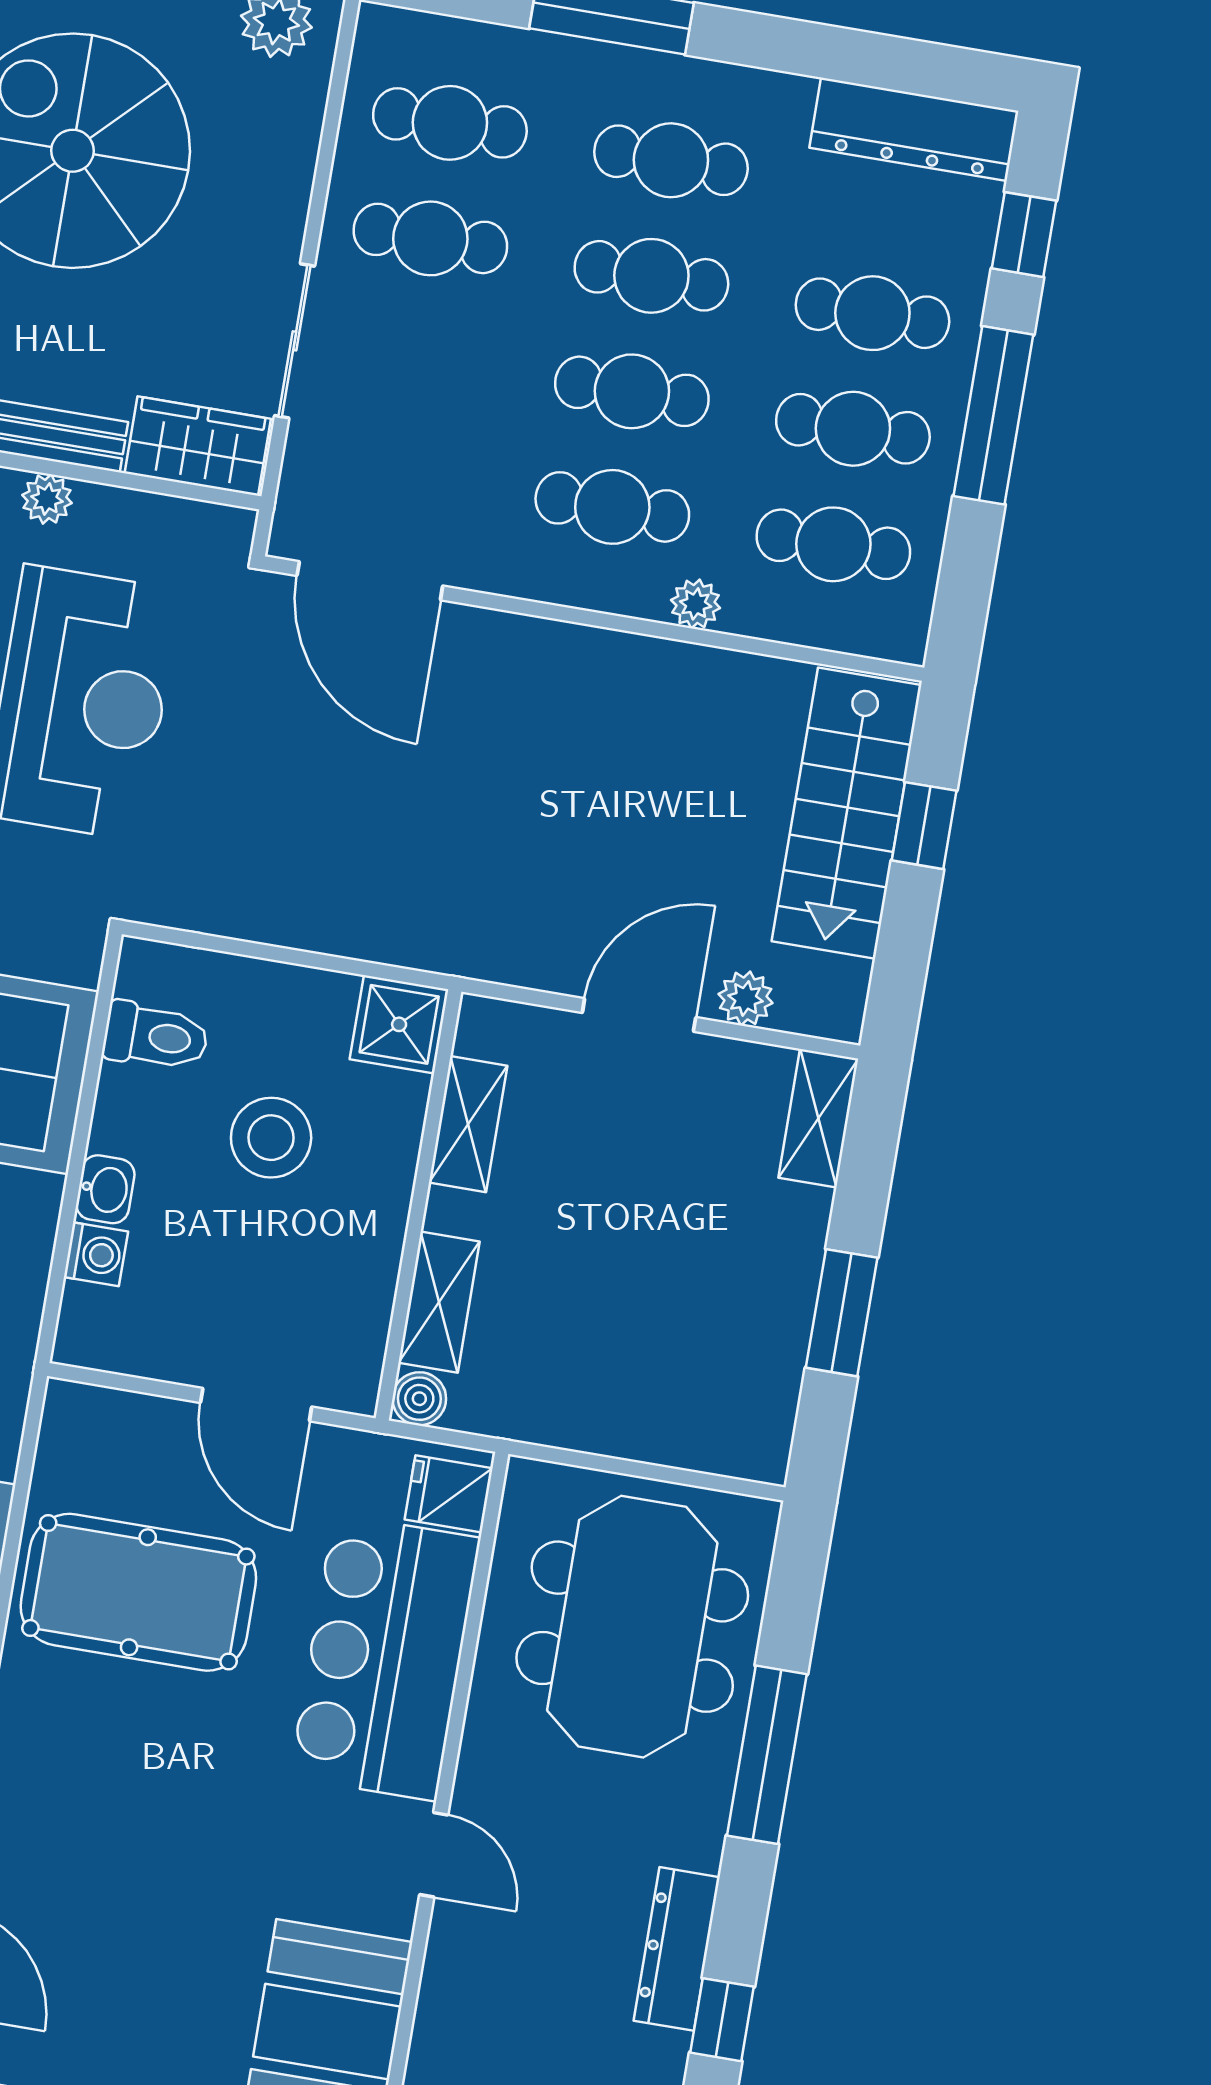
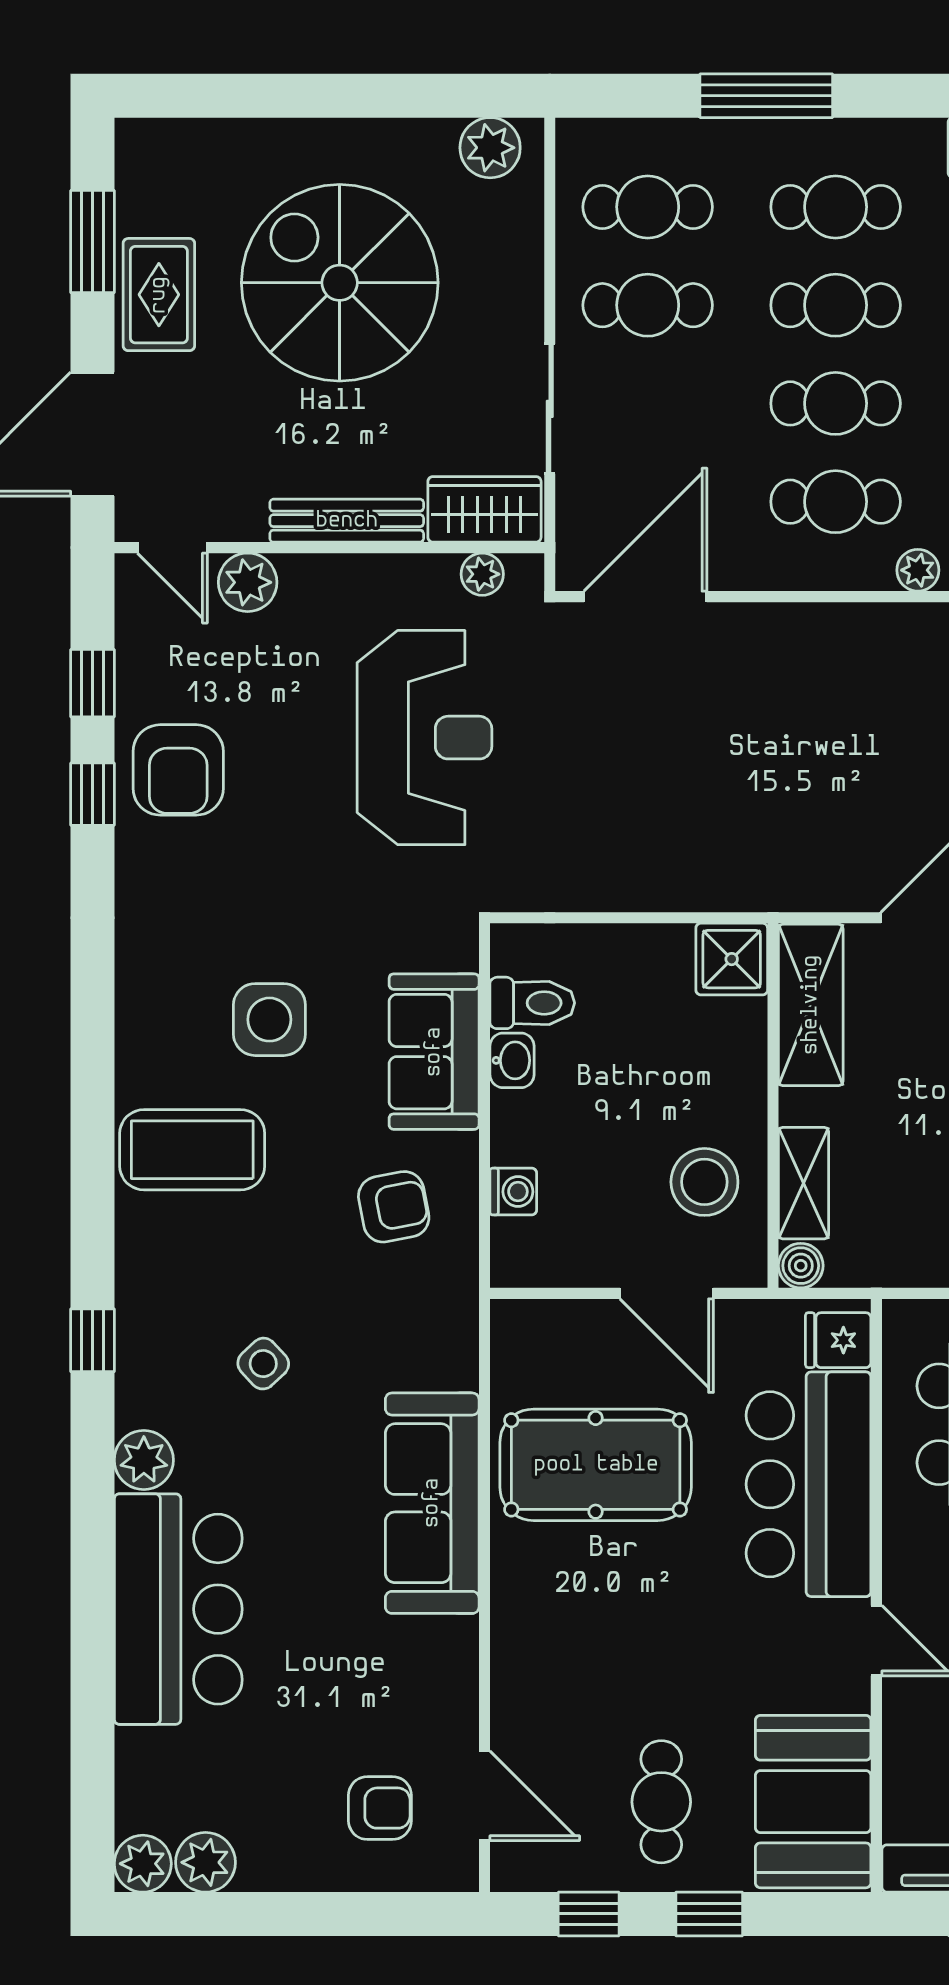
plant: (47, 499) -> (482, 574), moved
door: (370, 581) -> (645, 597), swing flipped
shelving: (468, 1124) -> (811, 1005), width x1.50, depth x1.33
stool: (271, 1138) -> (704, 1182), moved
washbasin: (105, 1189) -> (512, 1060), moved
cafe table: (149, 2002) -> (661, 1802), added

